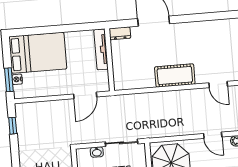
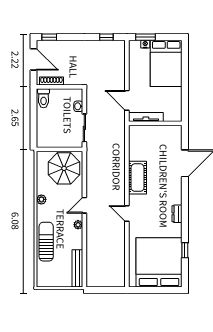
dresser: (120, 33) -> (177, 214), moved
tv unit: (101, 49) -> (146, 117), moved
door: (218, 84) -> (127, 213), hinge flipped

